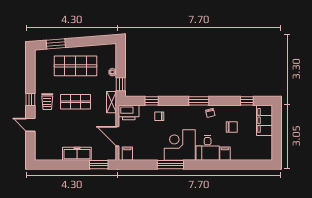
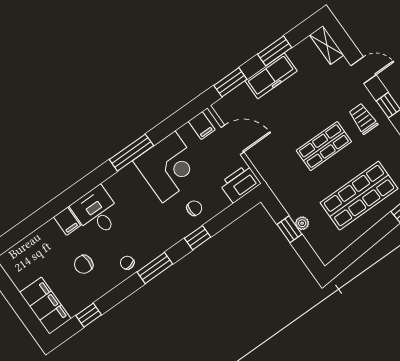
window: (121, 84) -> (289, 229), moved
window: (152, 101) -> (198, 238), moved
shelving: (111, 102) -> (327, 45), moved
corner desk: (180, 145) -> (169, 167), moved
window: (67, 165) -> (275, 51), added

